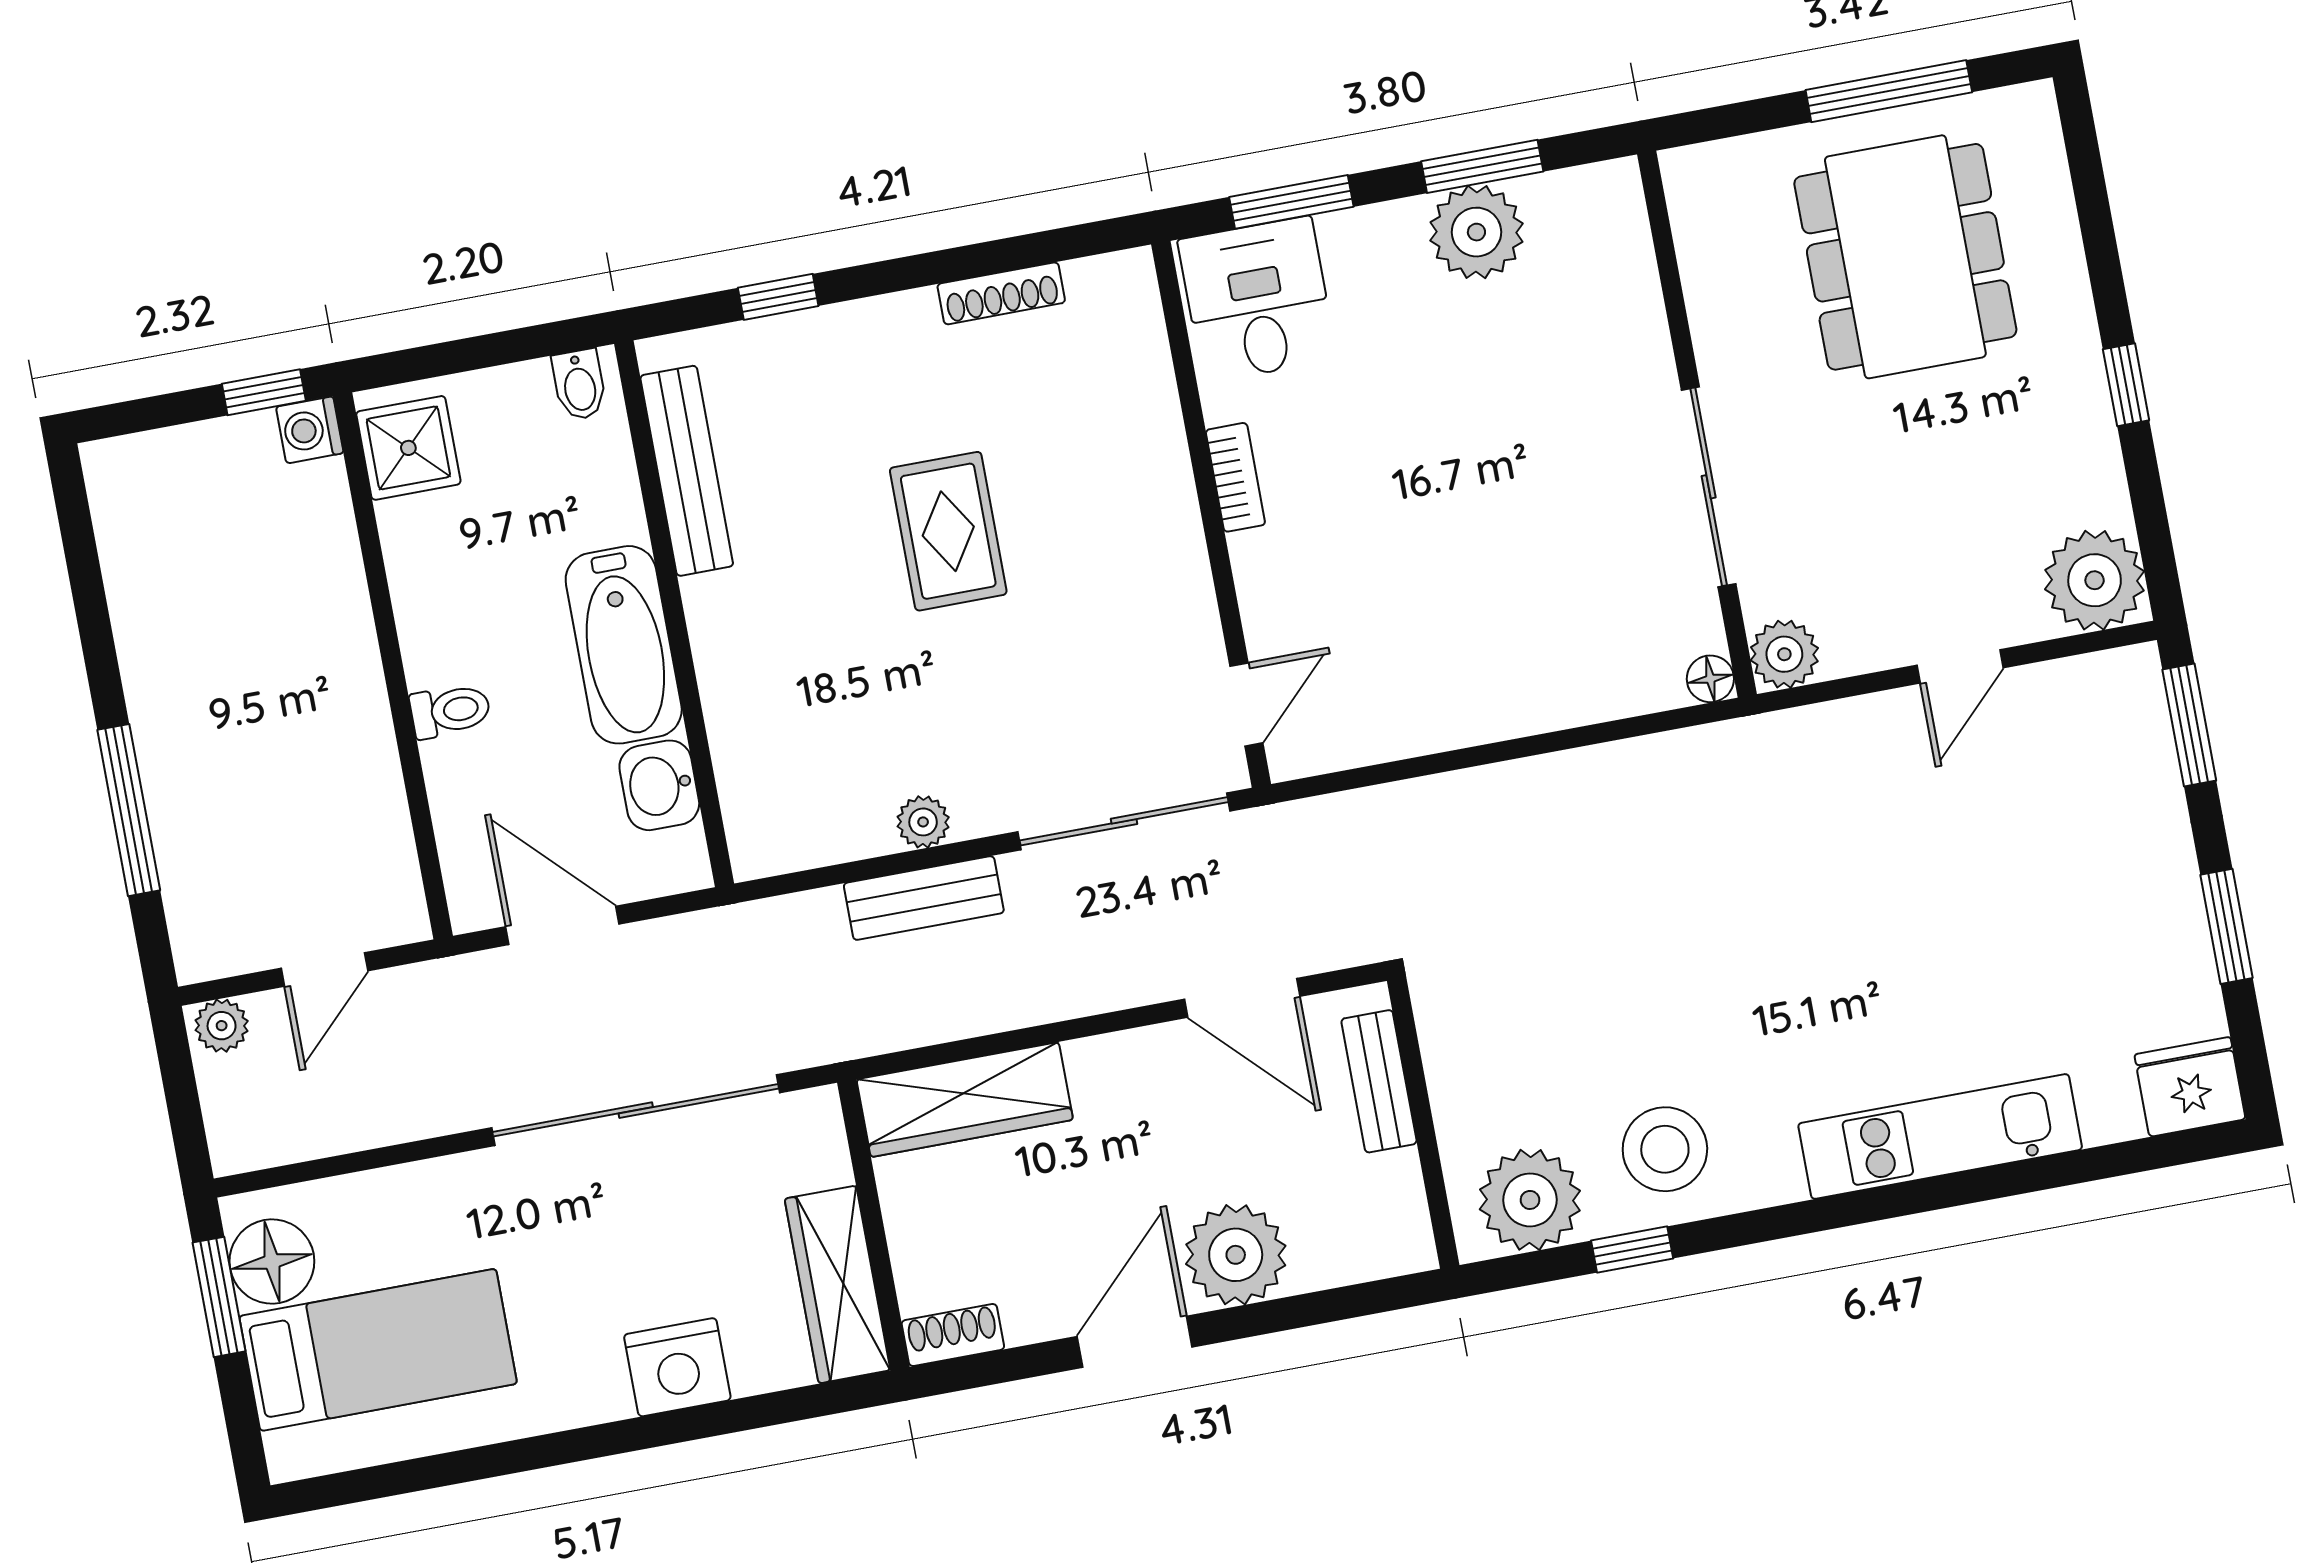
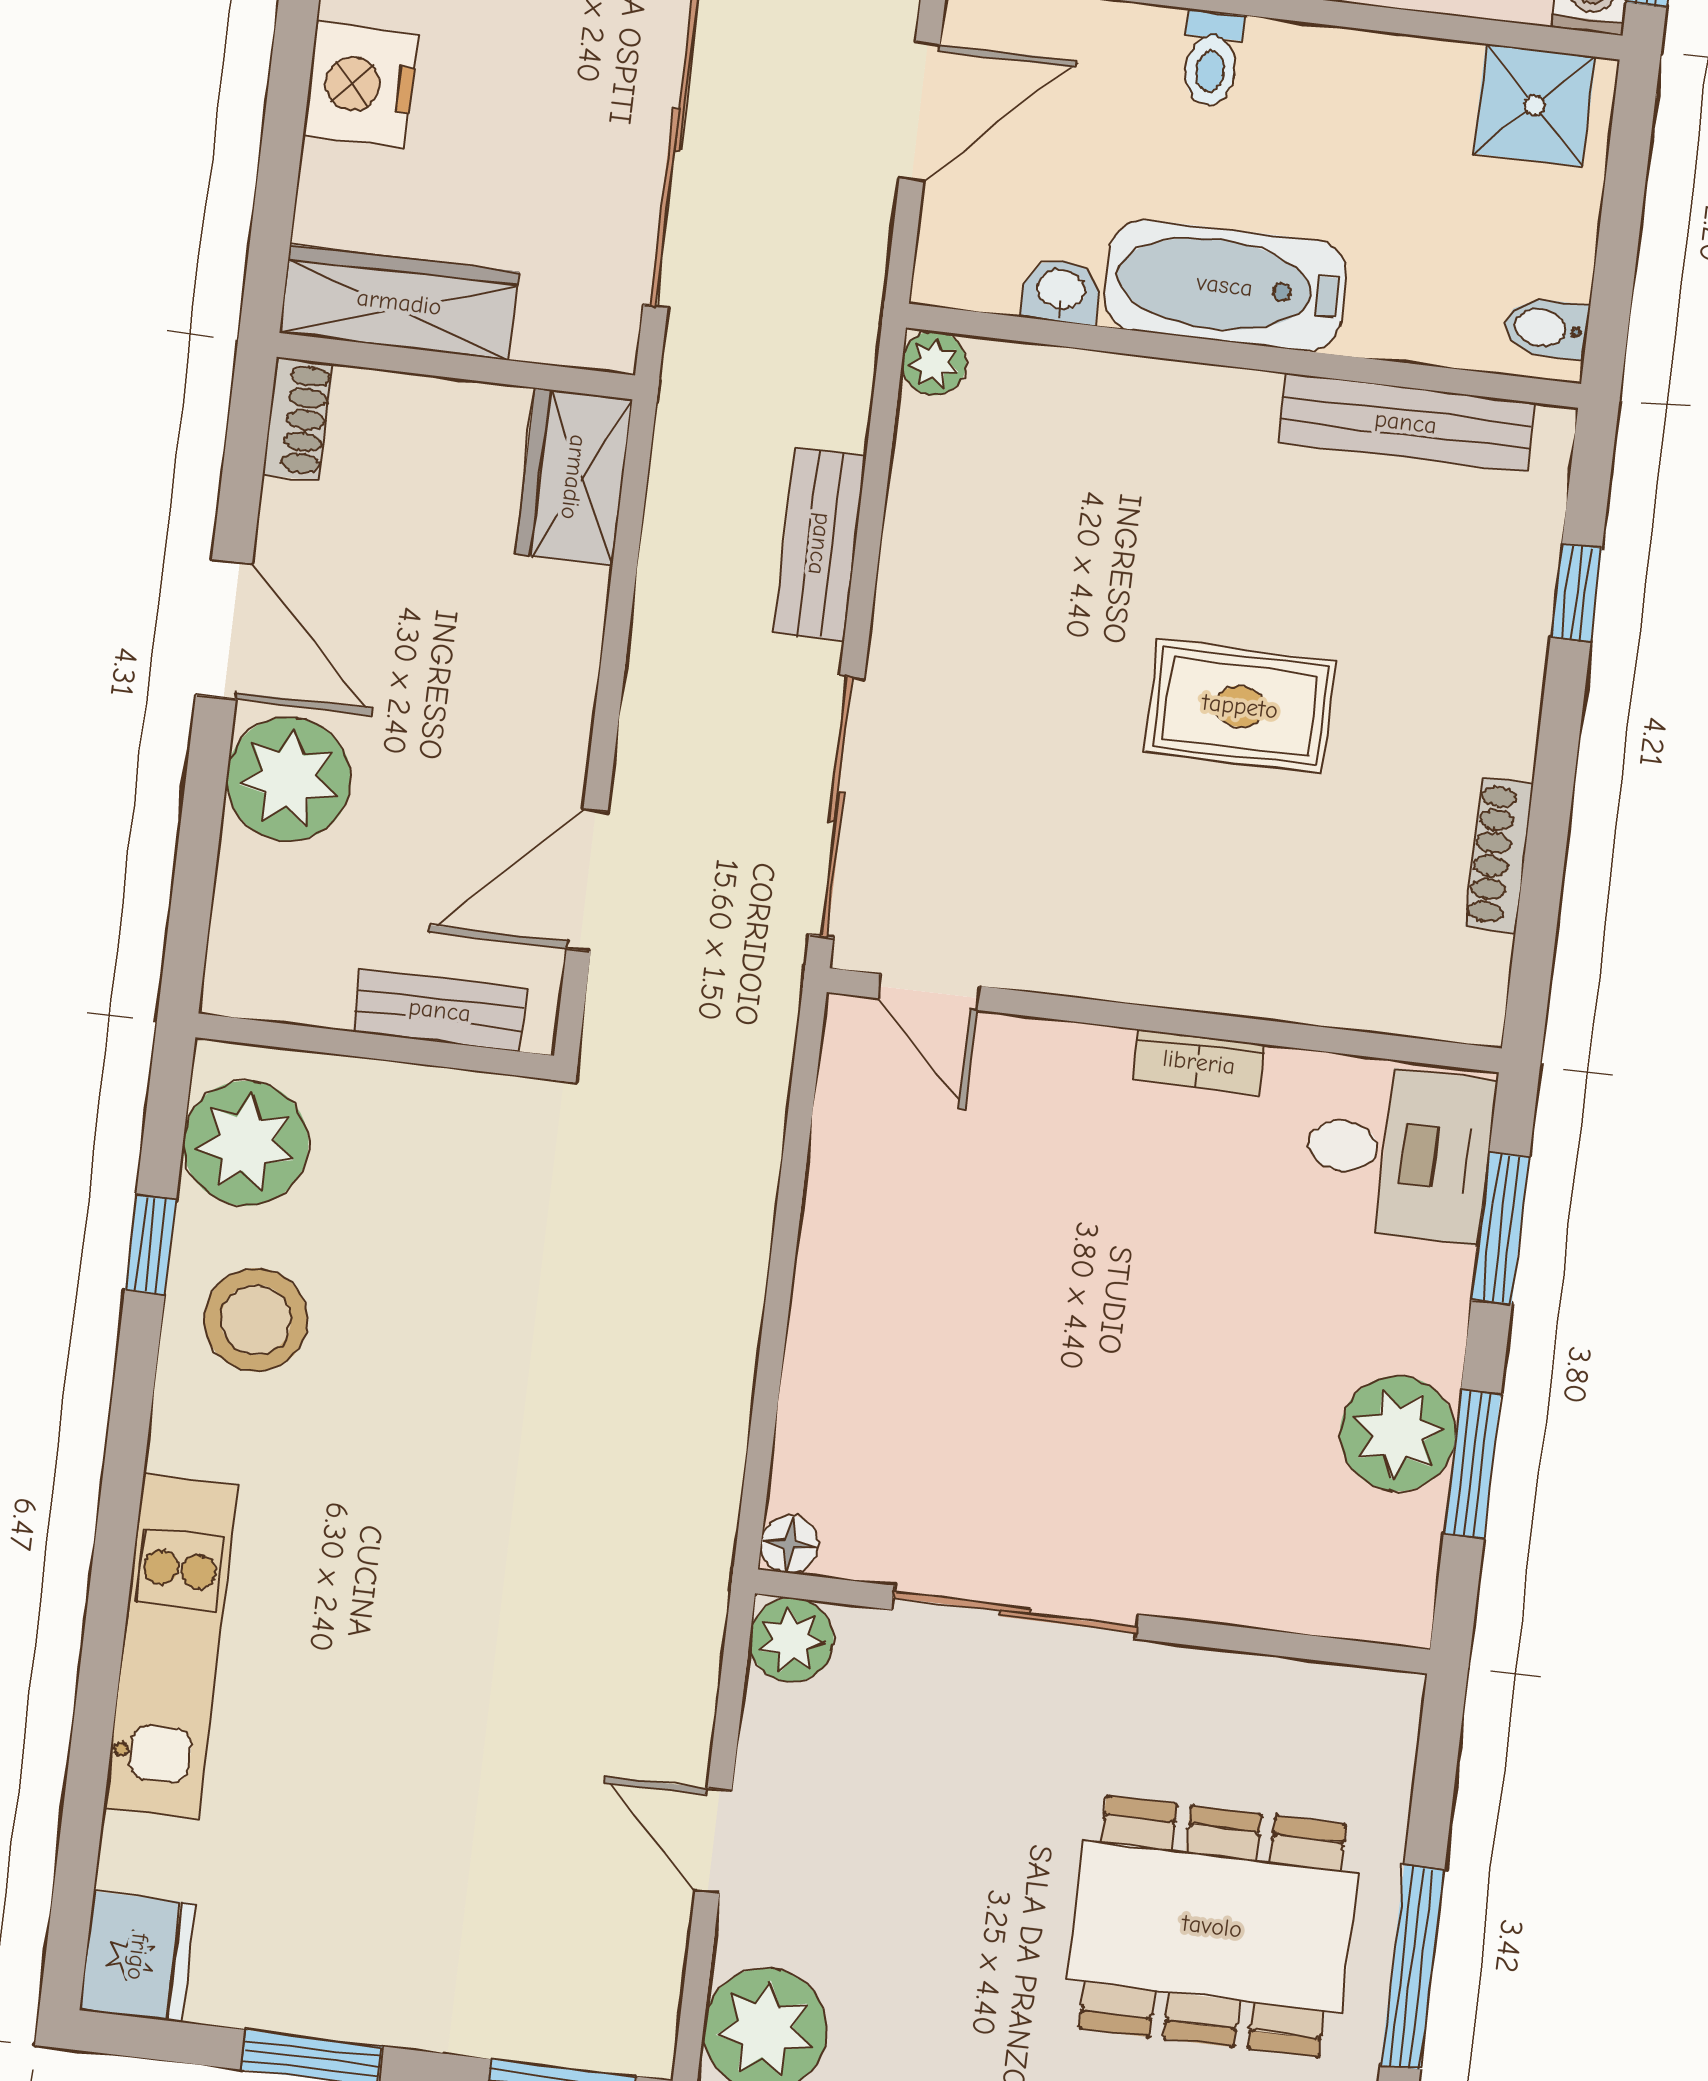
washbasin: (659, 785) -> (1061, 291), width x0.72, depth x0.69
plant: (923, 822) -> (934, 363), moved
wardrobe: (965, 1100) -> (574, 477), width x0.67

